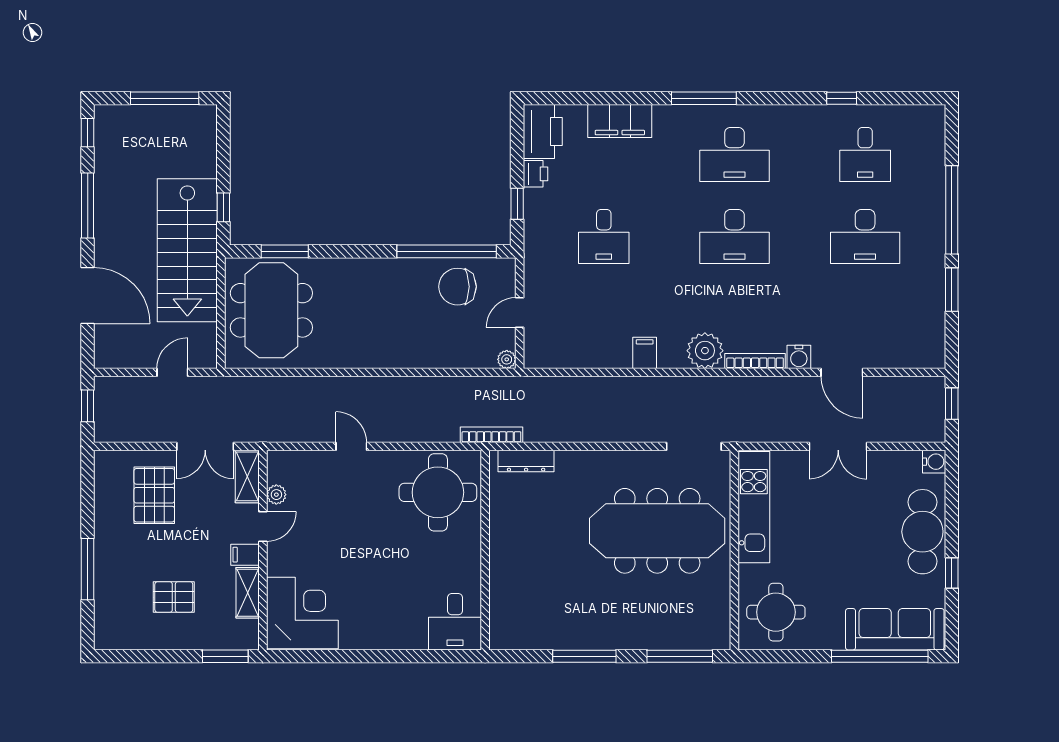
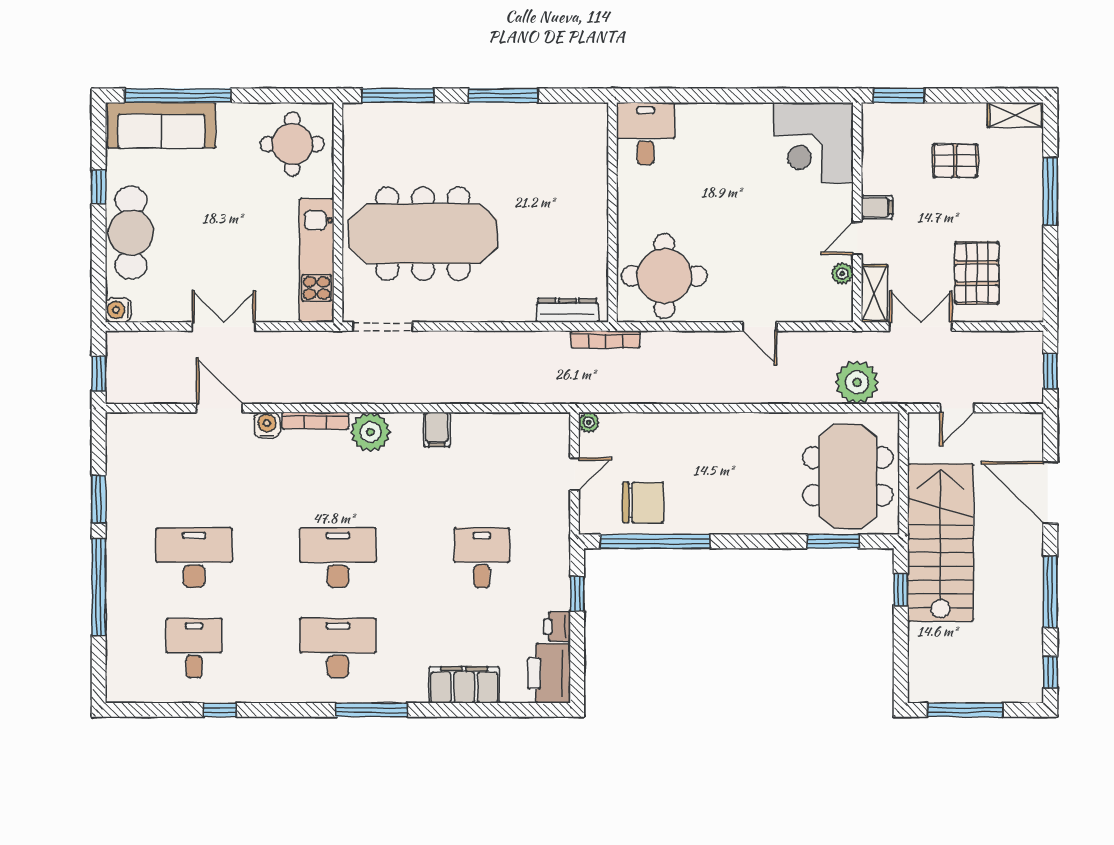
plant: (263, 396) -> (857, 382), added
shelving: (248, 593) -> (1015, 115), moved, turned 90

